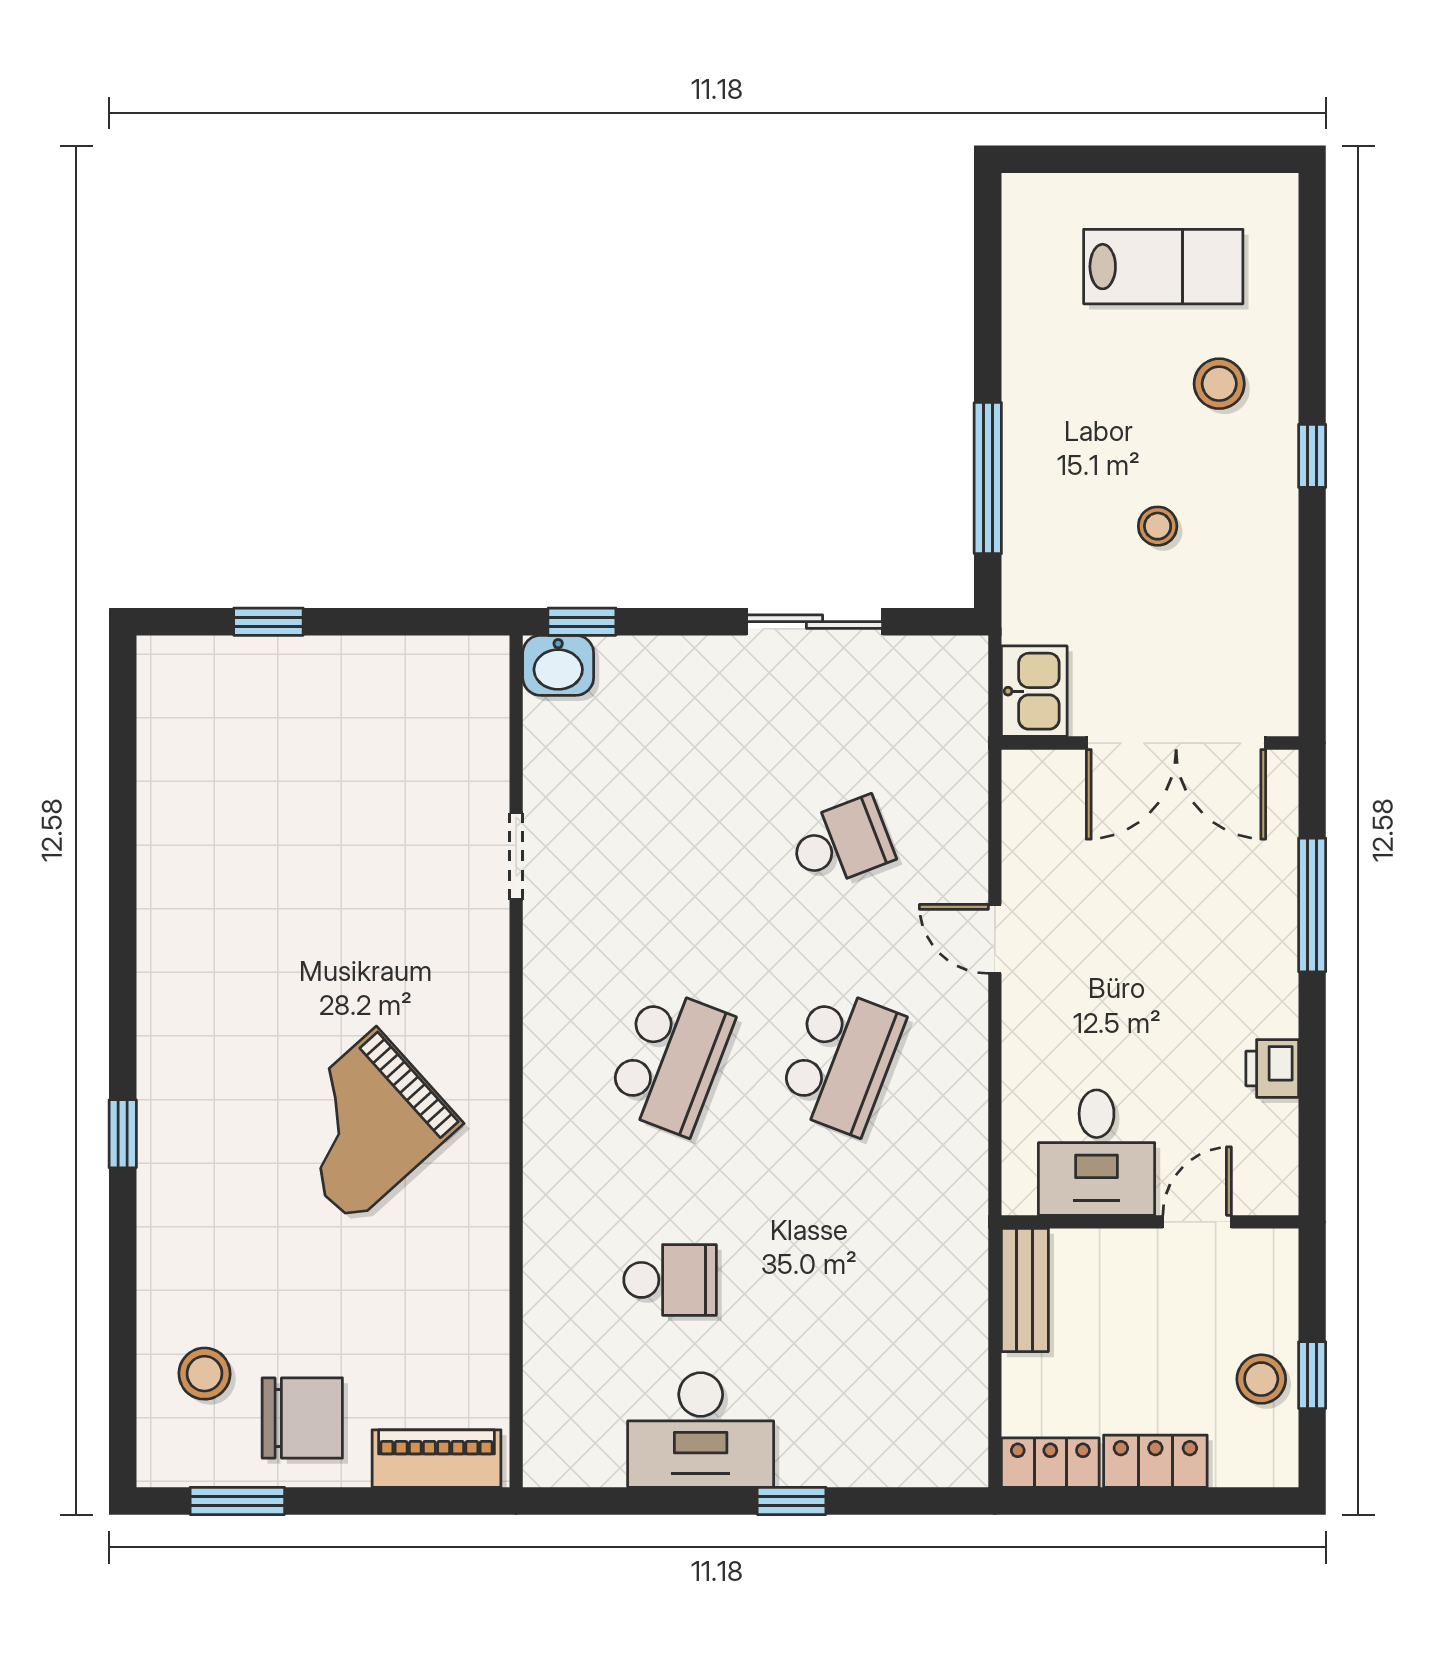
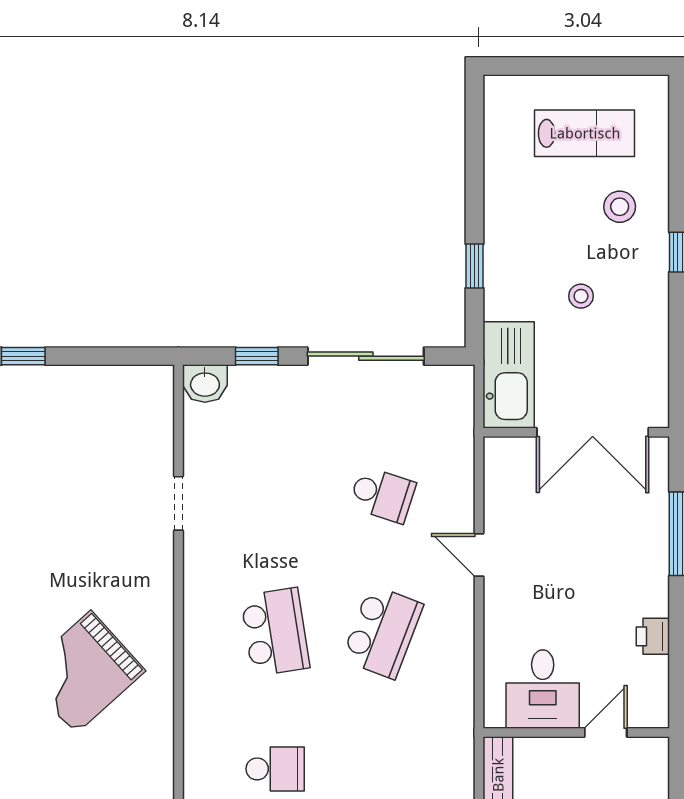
window: (988, 478) -> (475, 266), width x0.46
window: (582, 622) -> (257, 356), moved
sliding door: (815, 622) -> (366, 356), width x1.37
kitchen sink: (1034, 691) -> (509, 375), width x1.87, depth x1.24
school desk: (841, 843) -> (382, 495), turned 39
school desk: (670, 1061) -> (275, 632), turned -30

